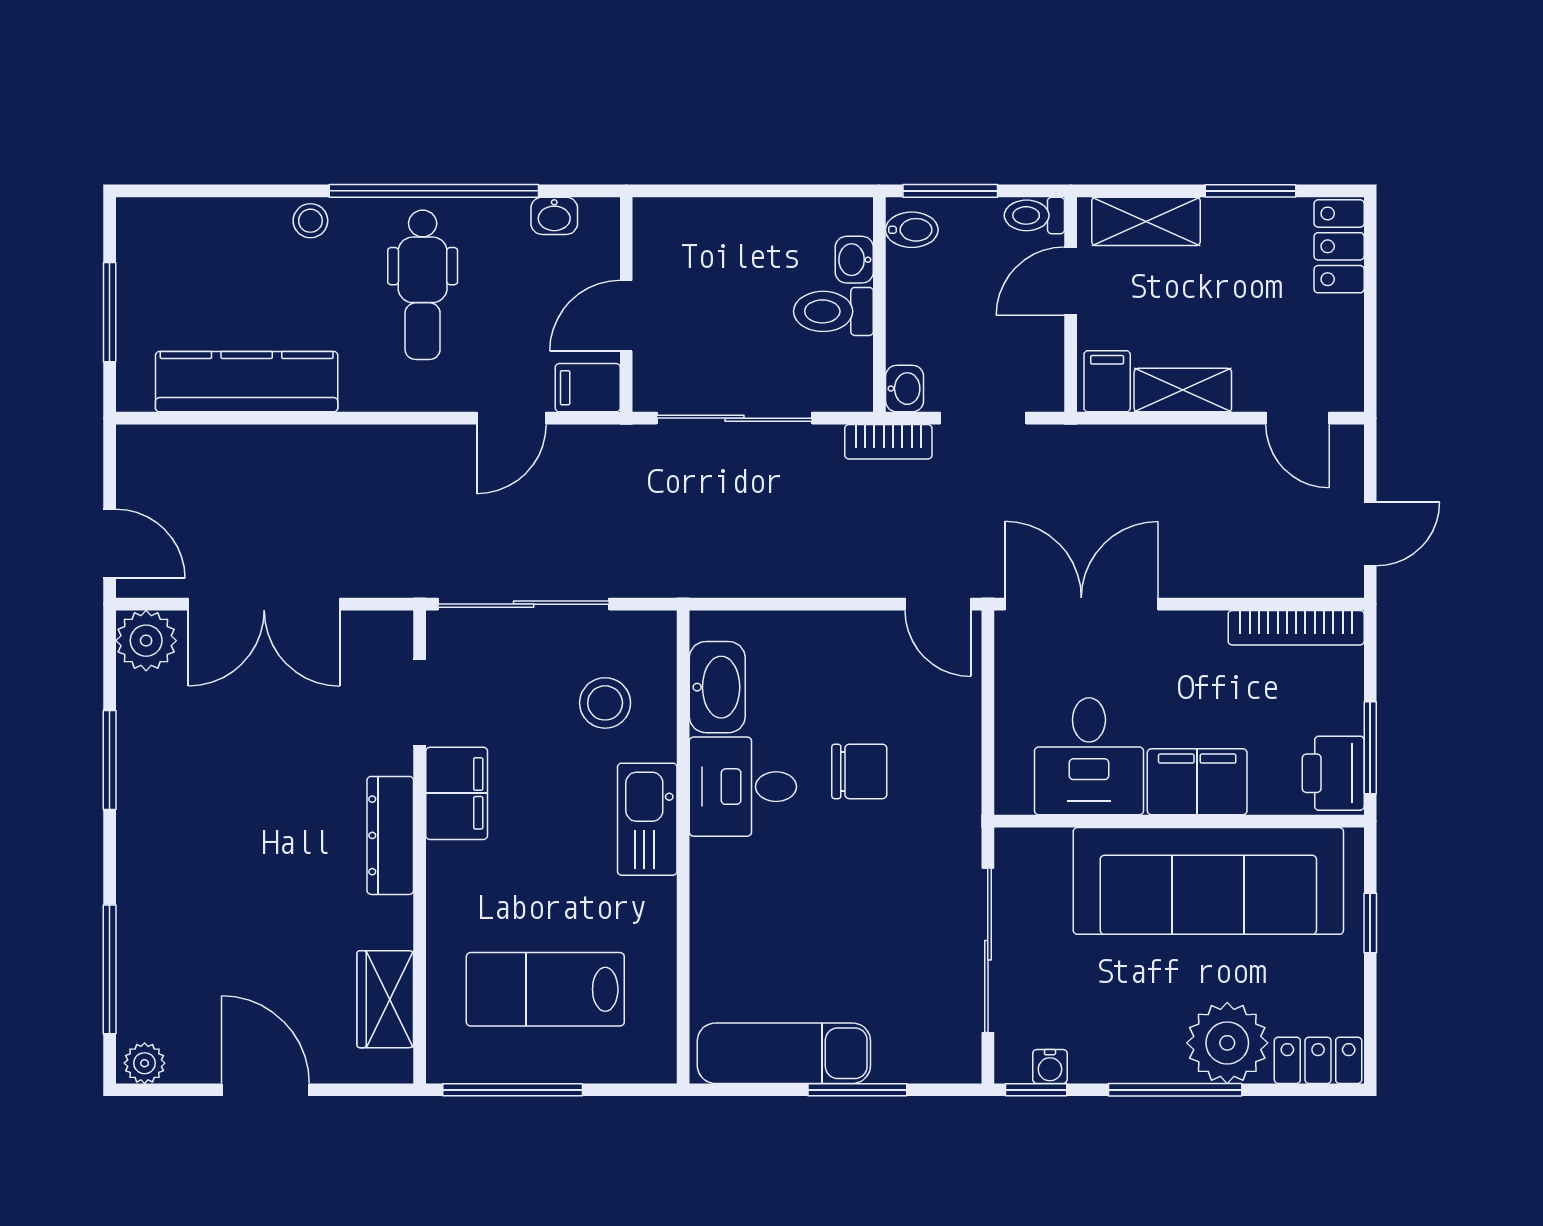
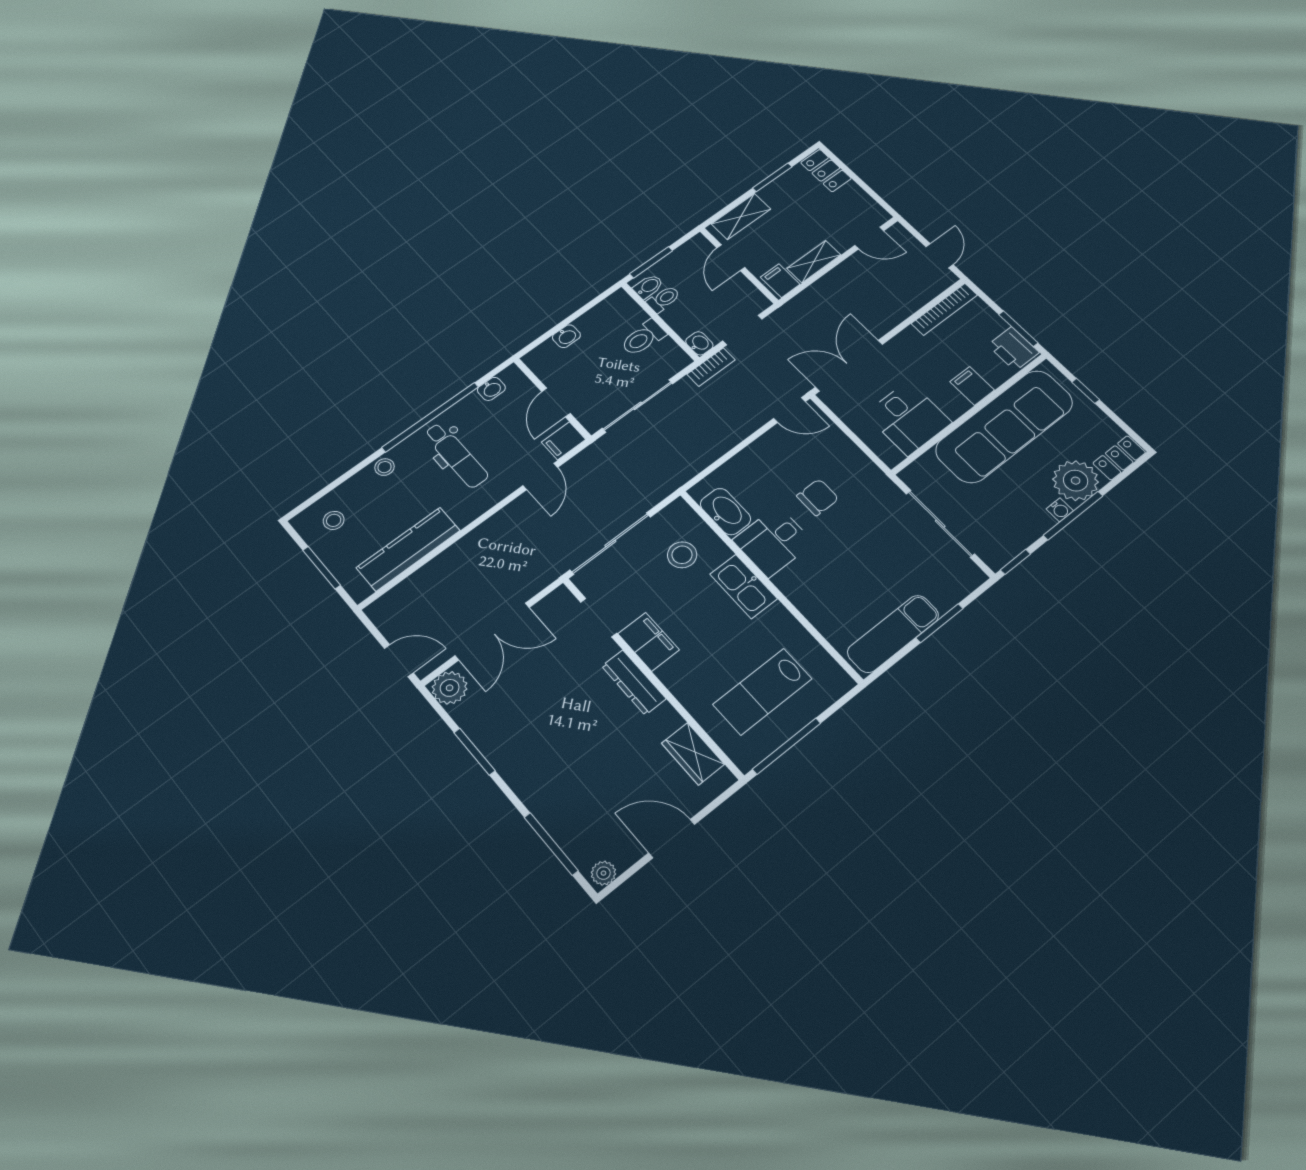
toilet: (1034, 215) -> (663, 299), moved, turned 180
stool: (179, 249) -> (334, 520), added
washbasin: (854, 260) -> (566, 336), moved, turned -90
filing cabinet: (1197, 782) -> (972, 386), width x0.50
water cooler: (1050, 1066) -> (1060, 510), moved

